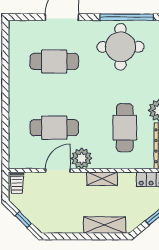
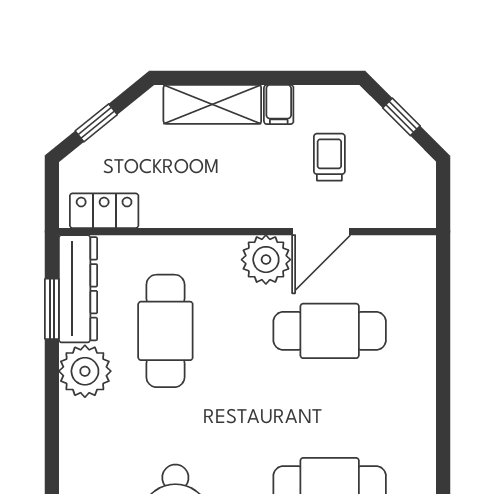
shelving: (102, 179) -> (218, 212), removed
trolley: (17, 183) -> (329, 157), moved
filing cabinet: (76, 225) -> (279, 104), added

